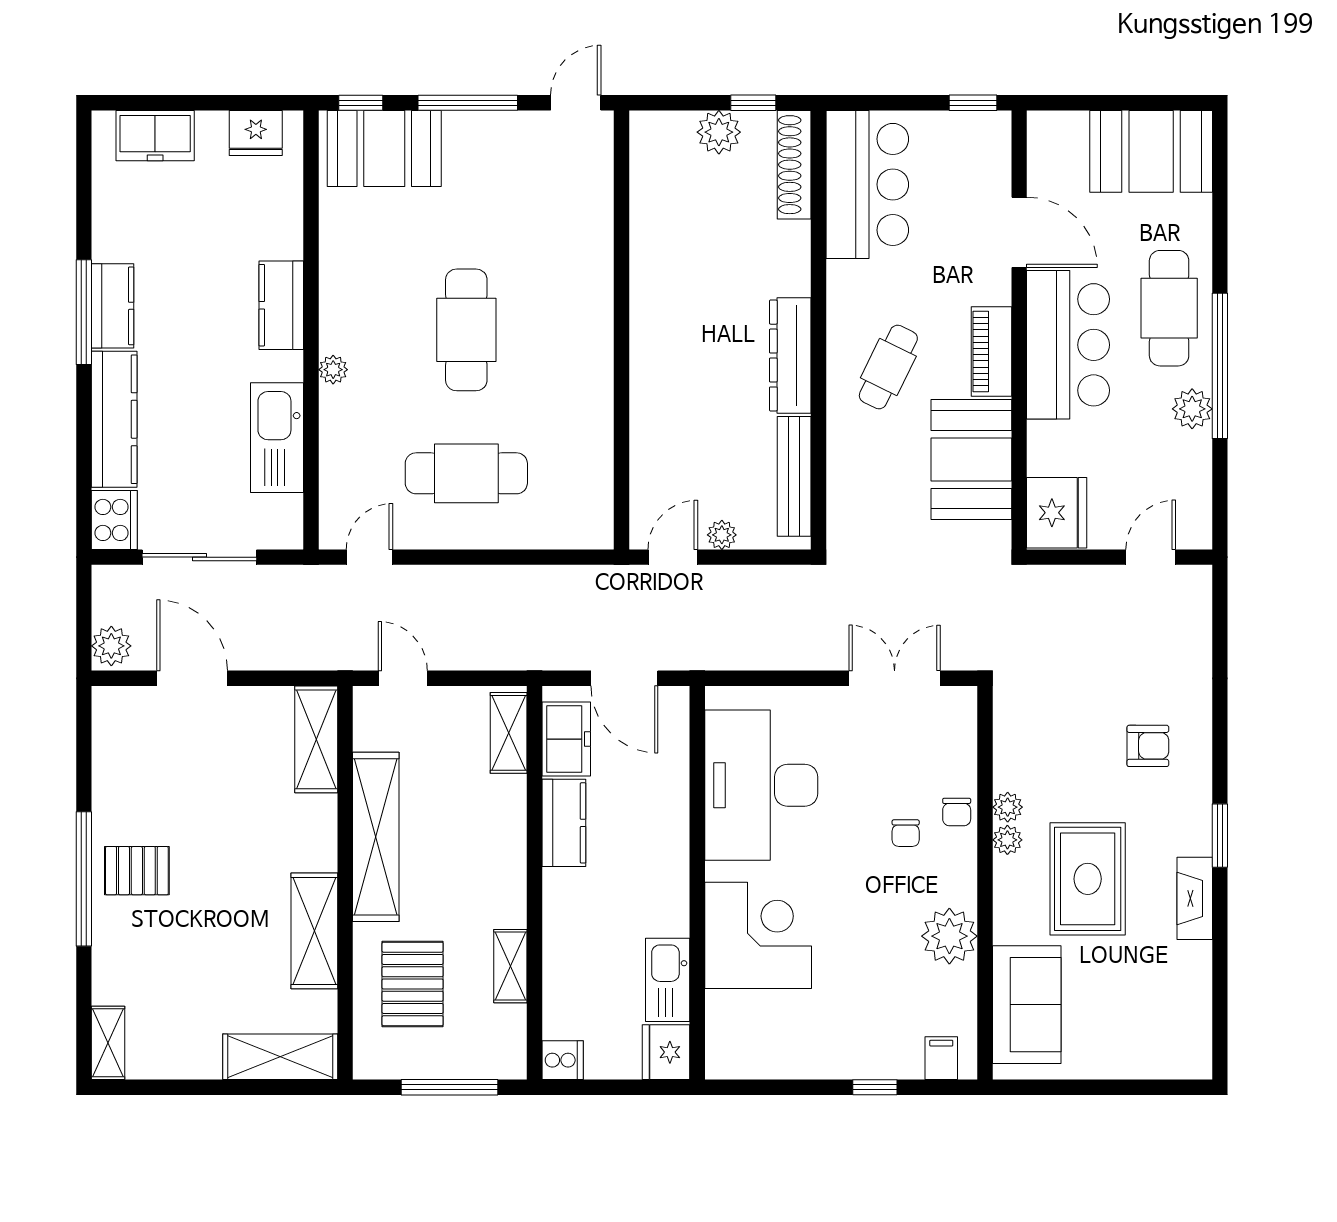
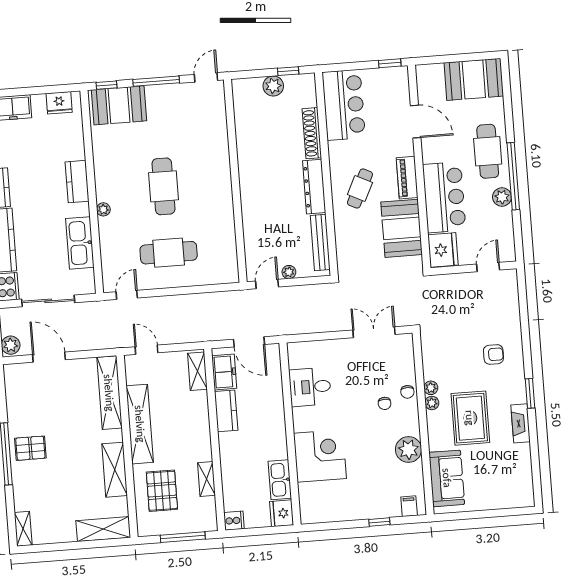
shoe rack: (794, 165) -> (312, 133), moved
bar counter: (1068, 345) -> (444, 197), moved
shelving: (316, 739) -> (109, 393), width x1.47
desk: (761, 785) -> (310, 387), width x0.53, depth x0.77

